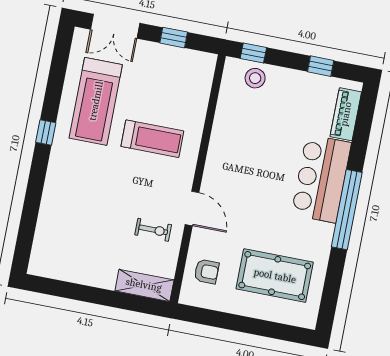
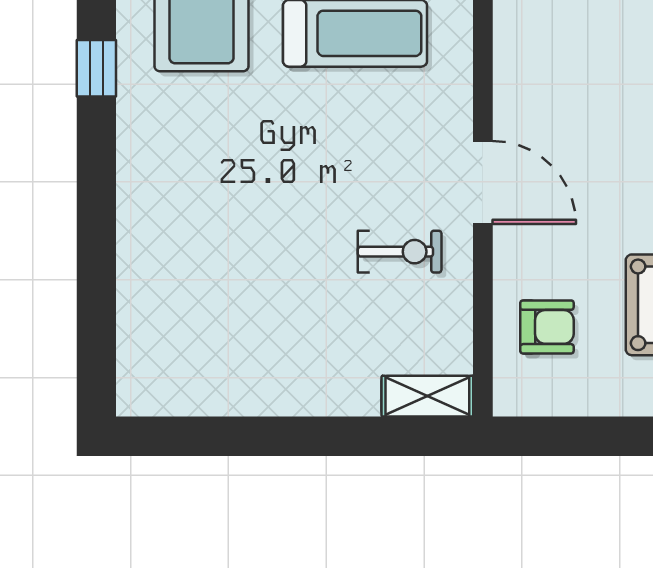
shelving: (144, 285) -> (427, 396), width x0.67, depth x0.75

